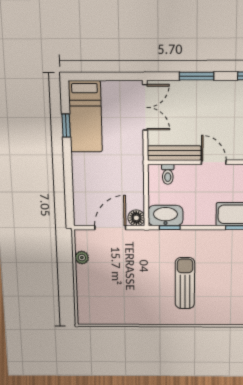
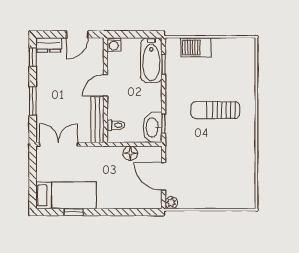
floor lamp: (136, 218) -> (130, 153), moved
plant: (82, 258) -> (171, 203), moved

